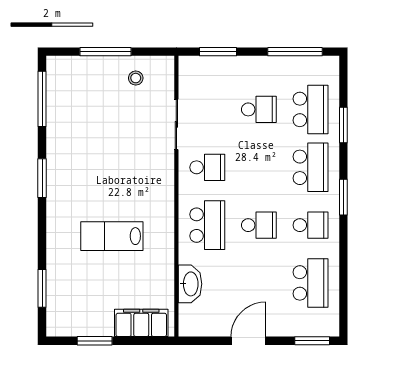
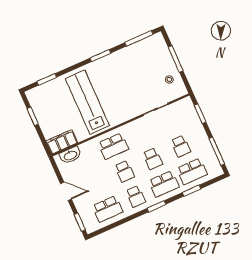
school desk: (207, 167) -> (153, 159), moved
lab bench: (112, 236) -> (87, 102), width x1.86, depth x1.39
washbasin: (190, 284) -> (70, 155), moved
filing cabinet: (141, 323) -> (62, 142), moved, turned -90

